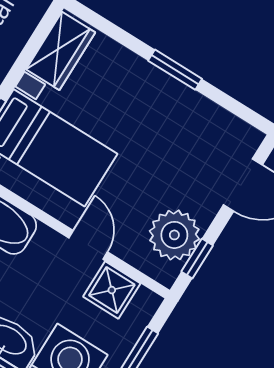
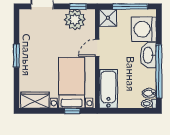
shower: (112, 290) -> (108, 18), moved

